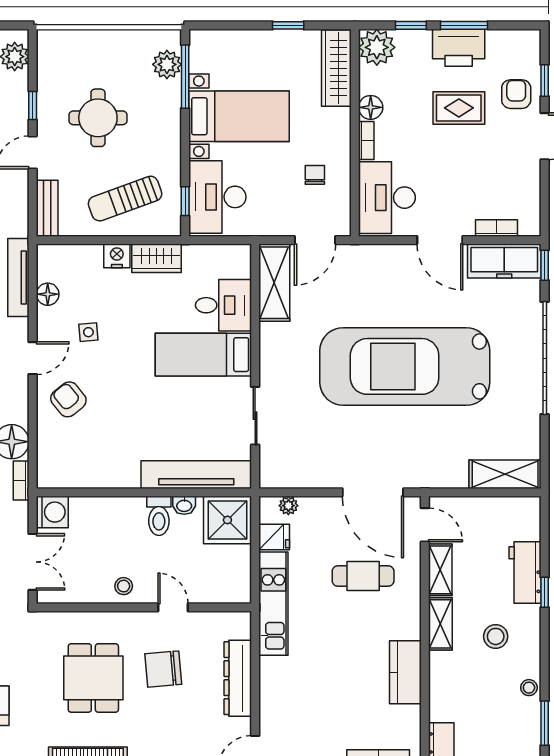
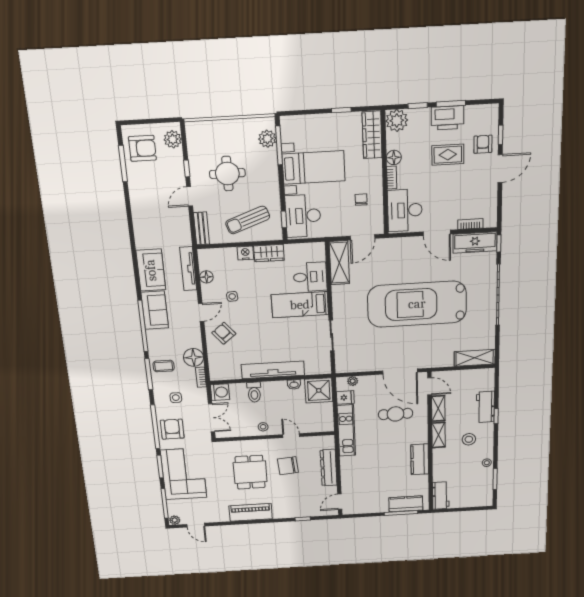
tv unit: (196, 475) -> (273, 370), moved
toilet: (159, 516) -> (254, 392), moved

